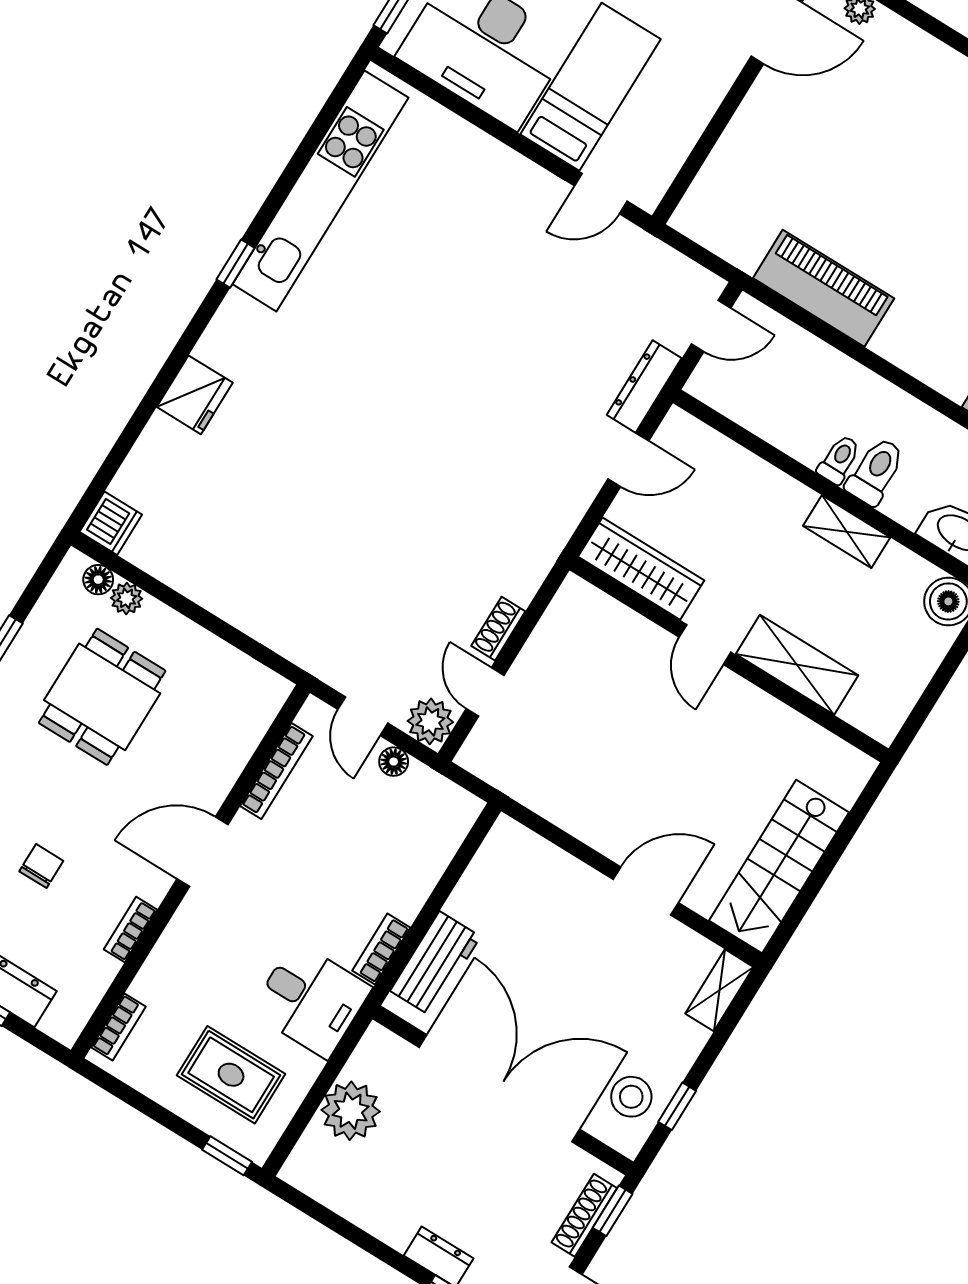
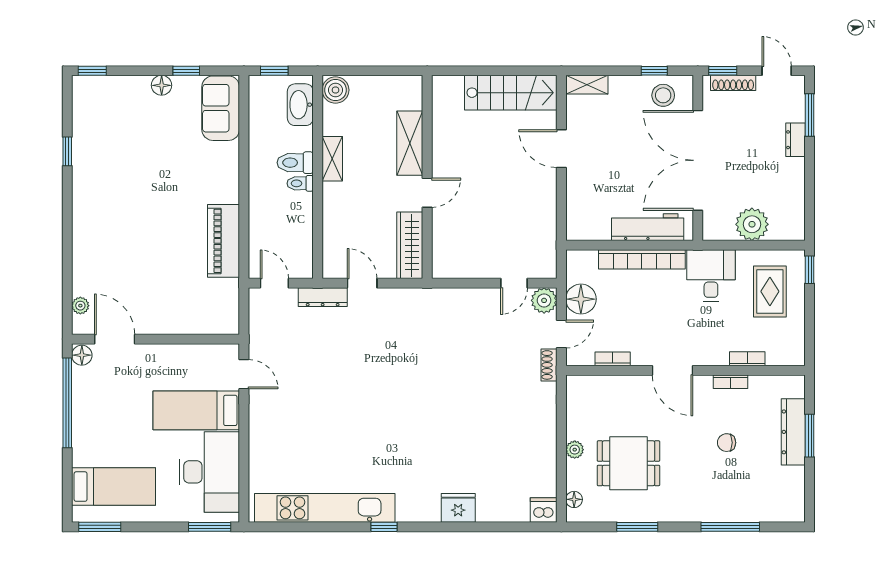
plant: (127, 598) -> (575, 450), moved
shoe rack: (498, 629) -> (549, 365), moved, turned 90
floor lamp: (394, 762) -> (581, 299), width x1.89, depth x1.89
bookcase: (276, 771) -> (613, 359), width x0.64
bookcase: (381, 949) -> (642, 259), width x2.31, depth x1.31
workbench: (435, 964) -> (648, 227), width x1.38
bookcase: (119, 1027) -> (747, 359), moved

